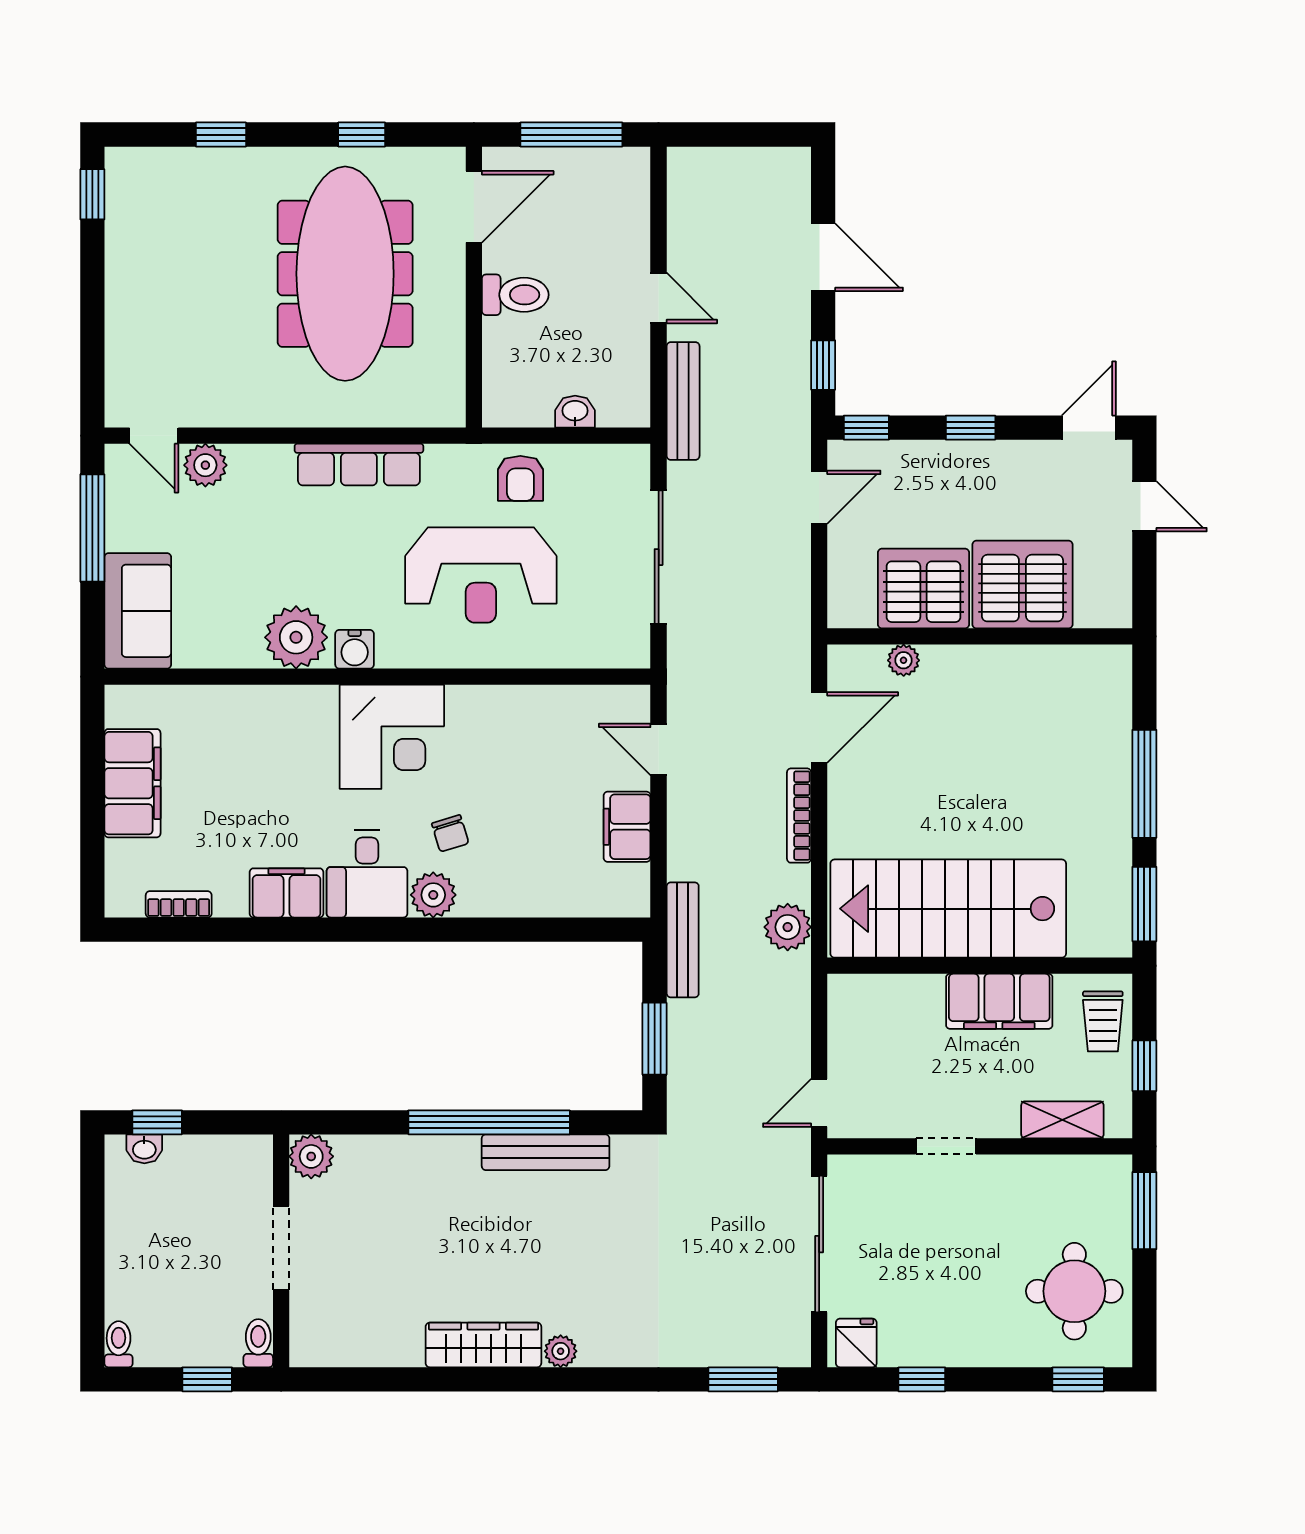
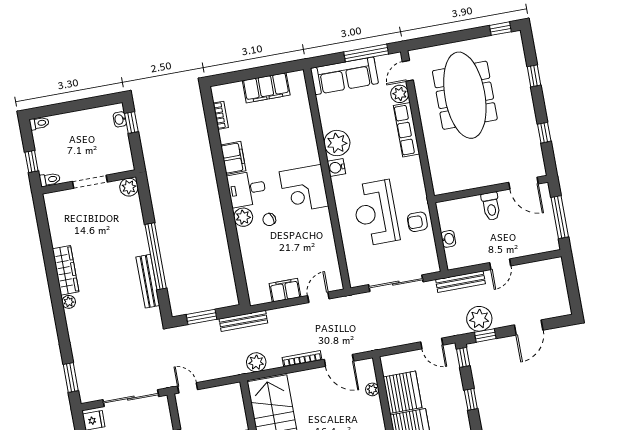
meeting table: (345, 274) -> (465, 95), moved, turned 90
plant: (781, 372) -> (479, 319), added
row of seats: (359, 465) -> (406, 130), moved
sofa: (138, 611) -> (344, 76), width x1.36

